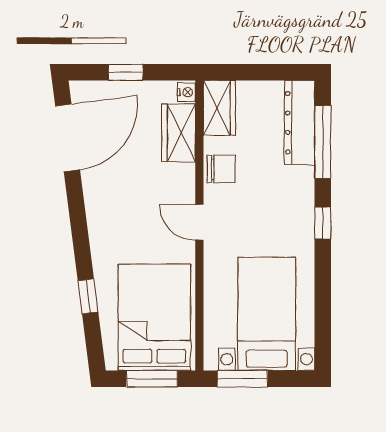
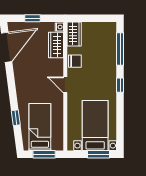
dresser: (300, 123) -> (110, 41), removed
bed: (154, 317) -> (40, 127), width x0.67
window: (242, 379) -> (98, 154), moved

